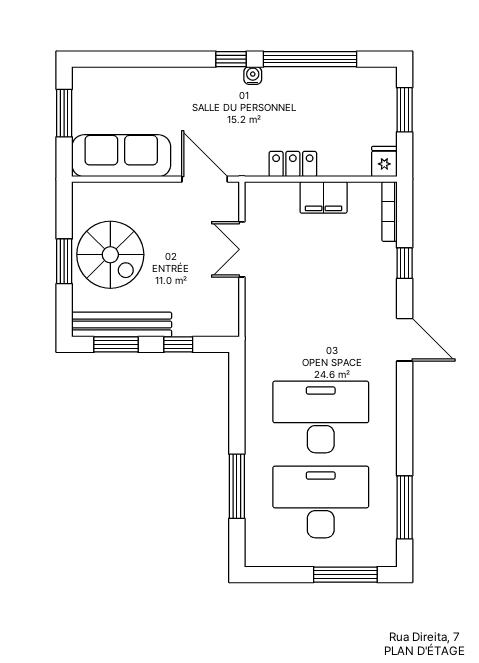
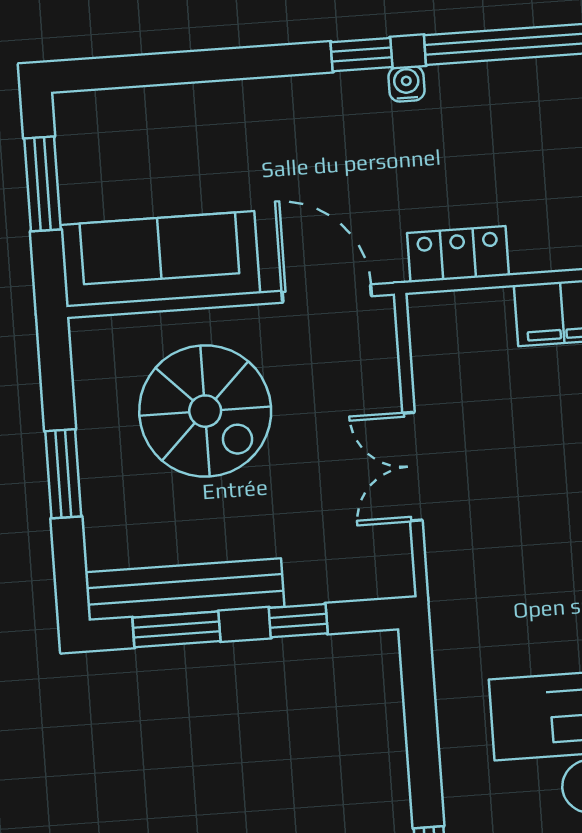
locker: (293, 164) -> (458, 254), moved
double door: (242, 249) -> (412, 467), moved
spiral stairs: (110, 255) -> (205, 411), moved

